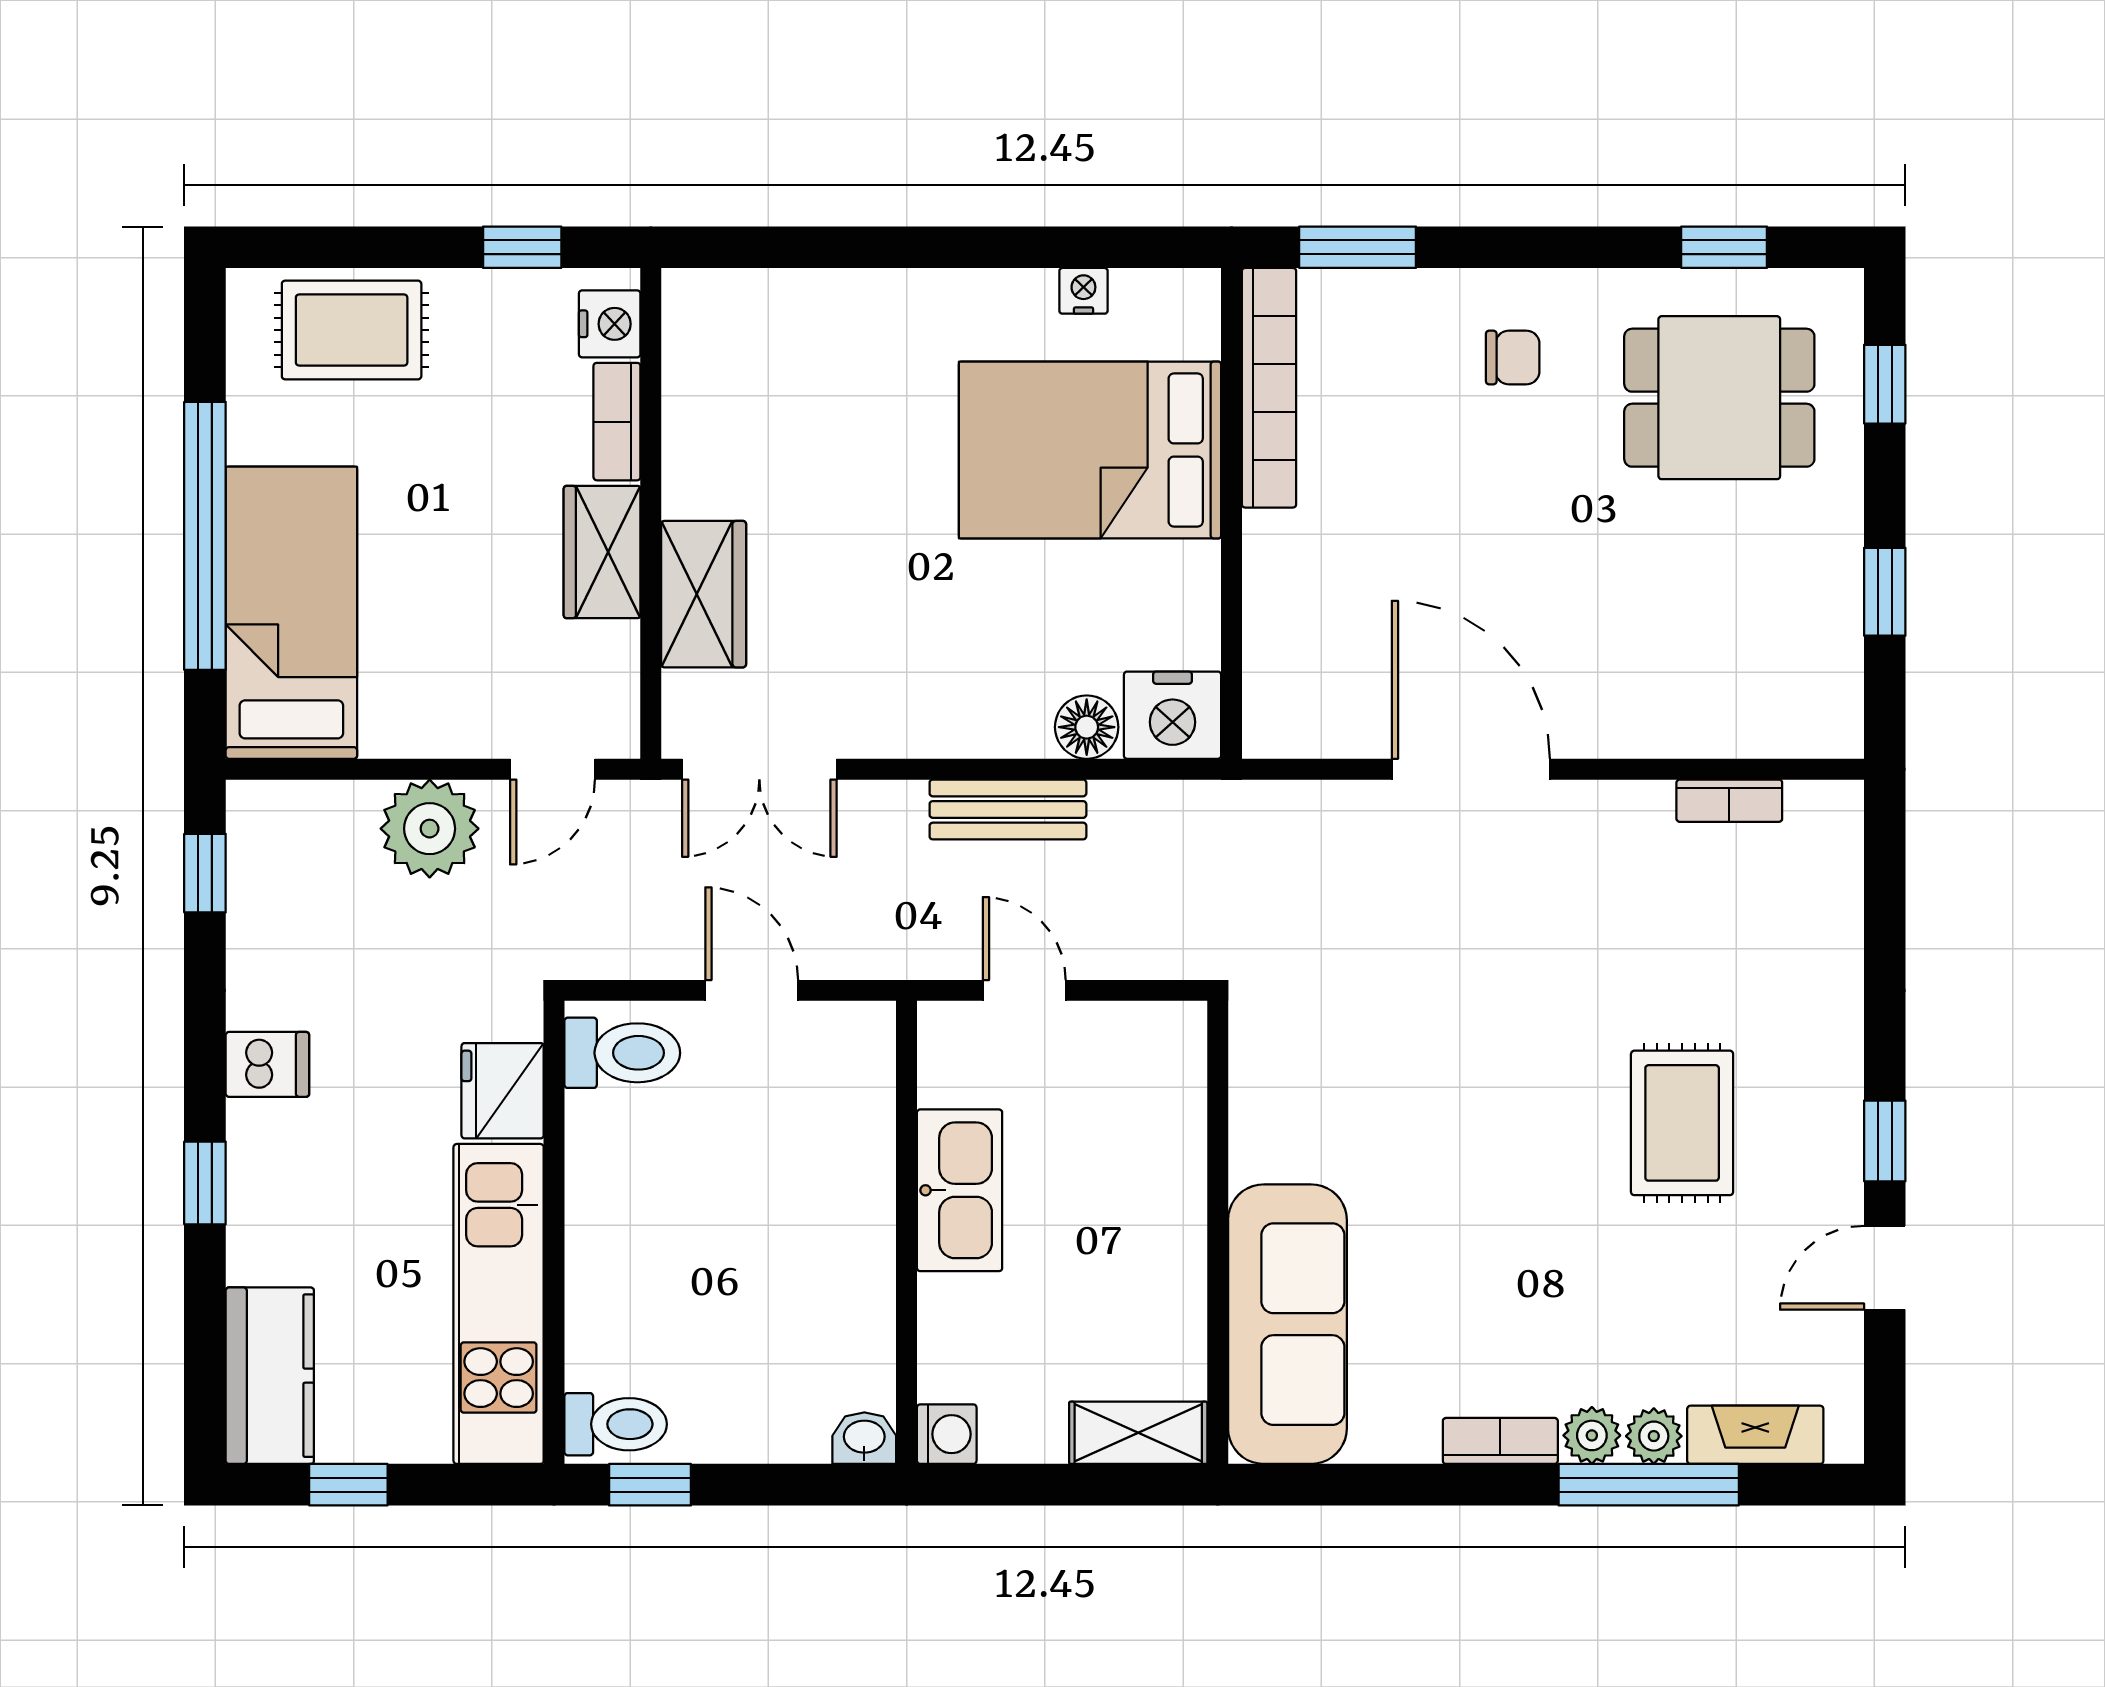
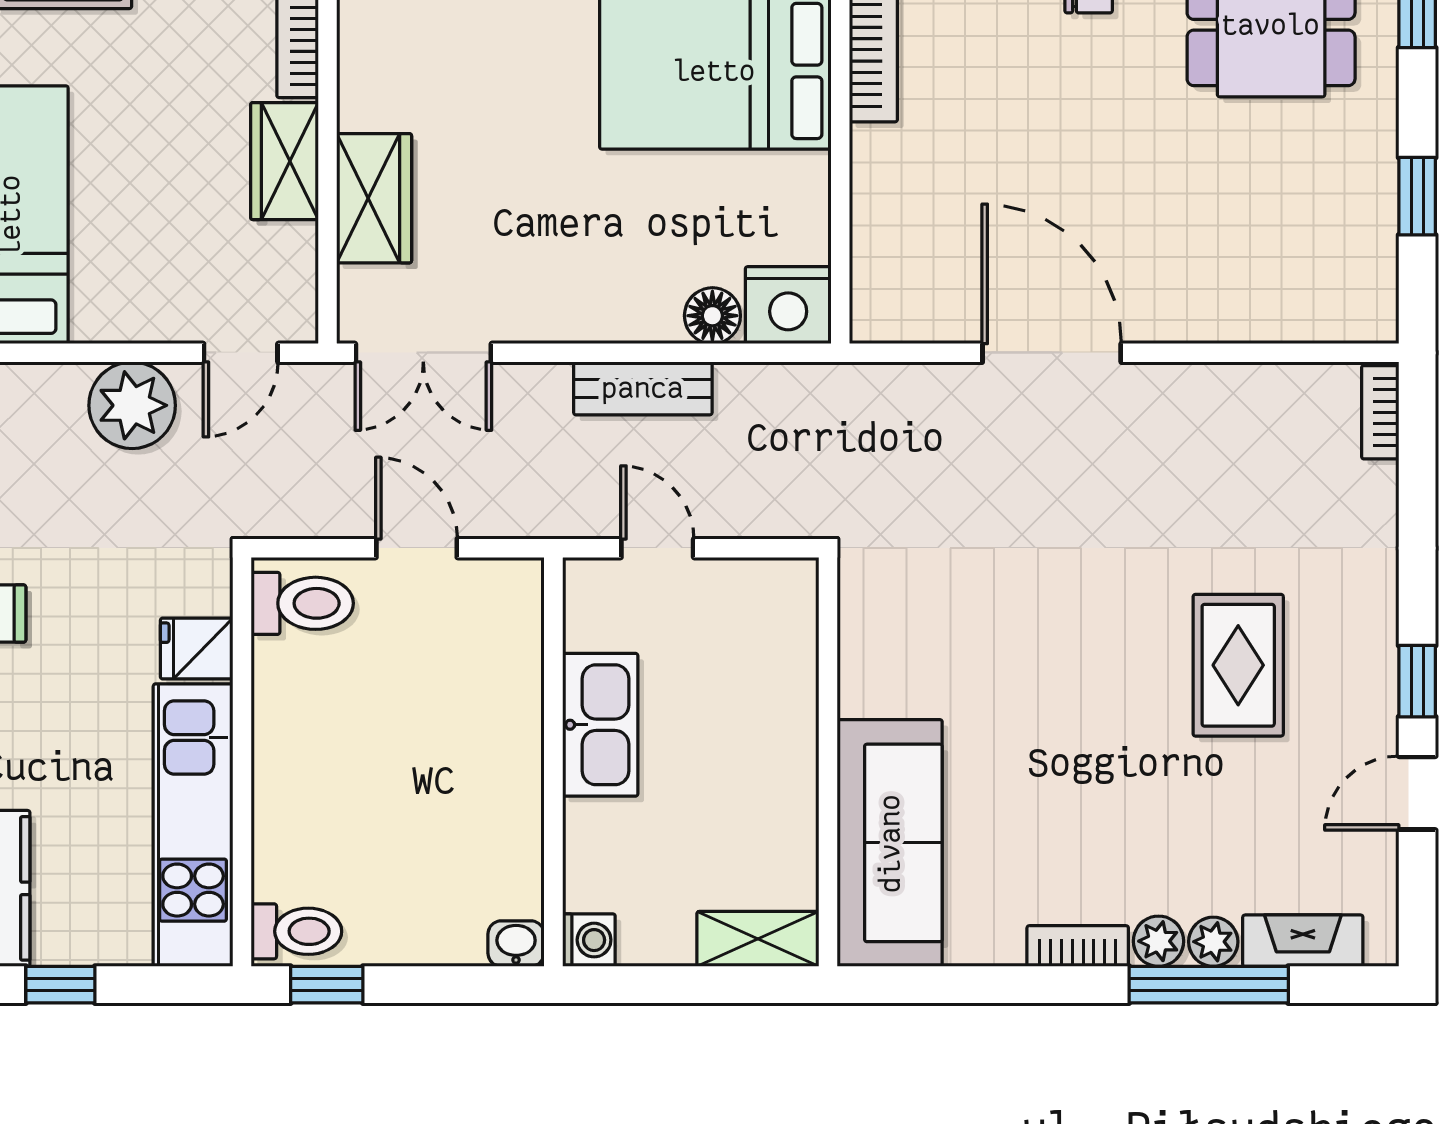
bookcase: (1729, 801) -> (1380, 412), moved, turned 90
fridge: (503, 1091) -> (197, 649), width x0.72

